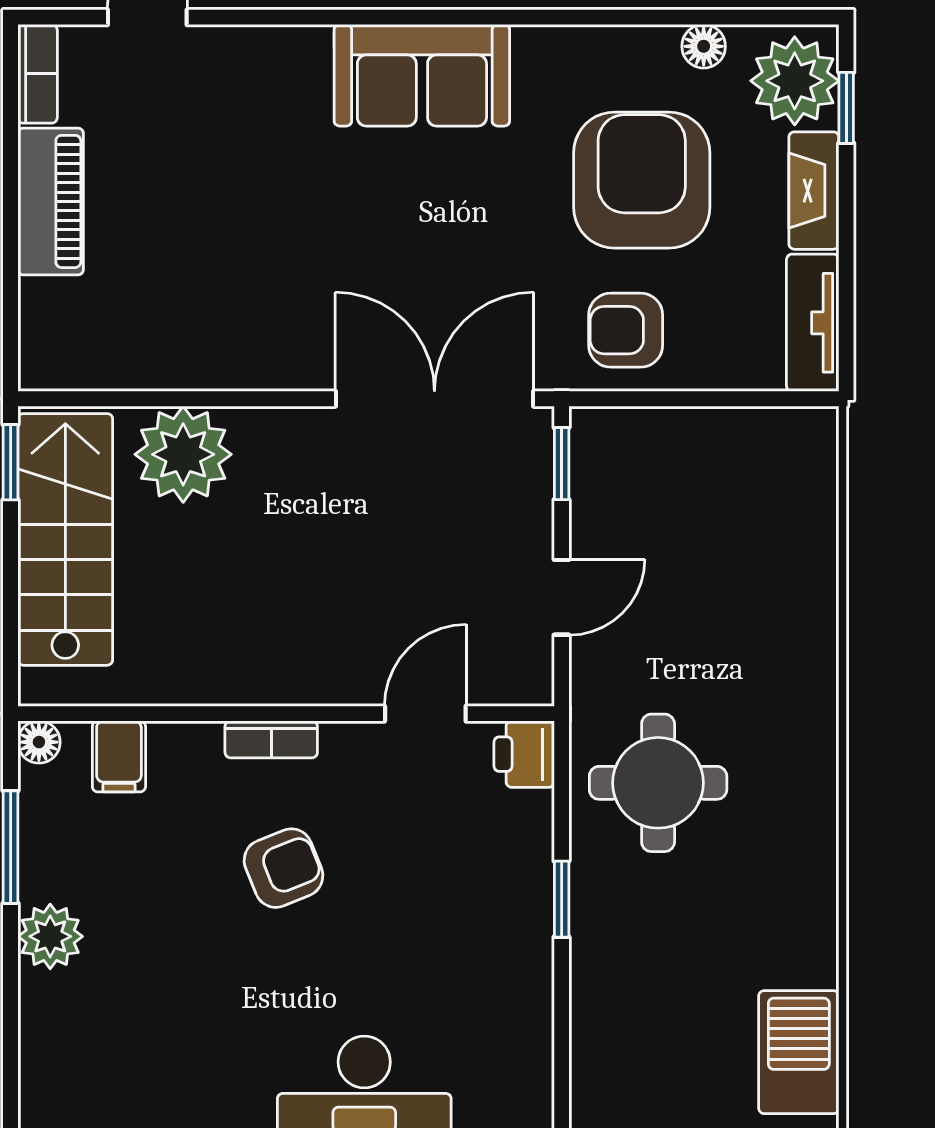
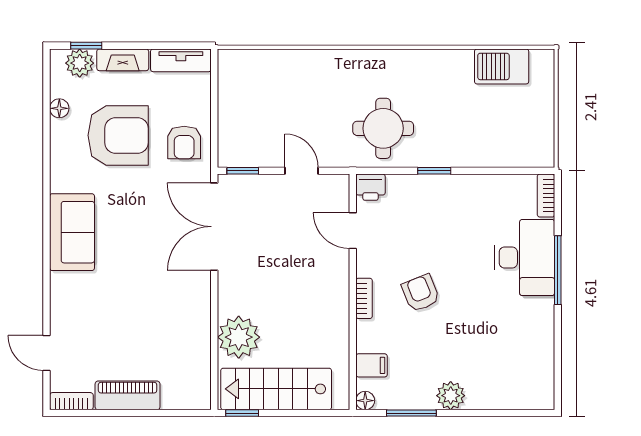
plant: (795, 81) -> (80, 63), width x0.73, depth x0.73
armchair: (642, 180) -> (118, 135), turned 180

